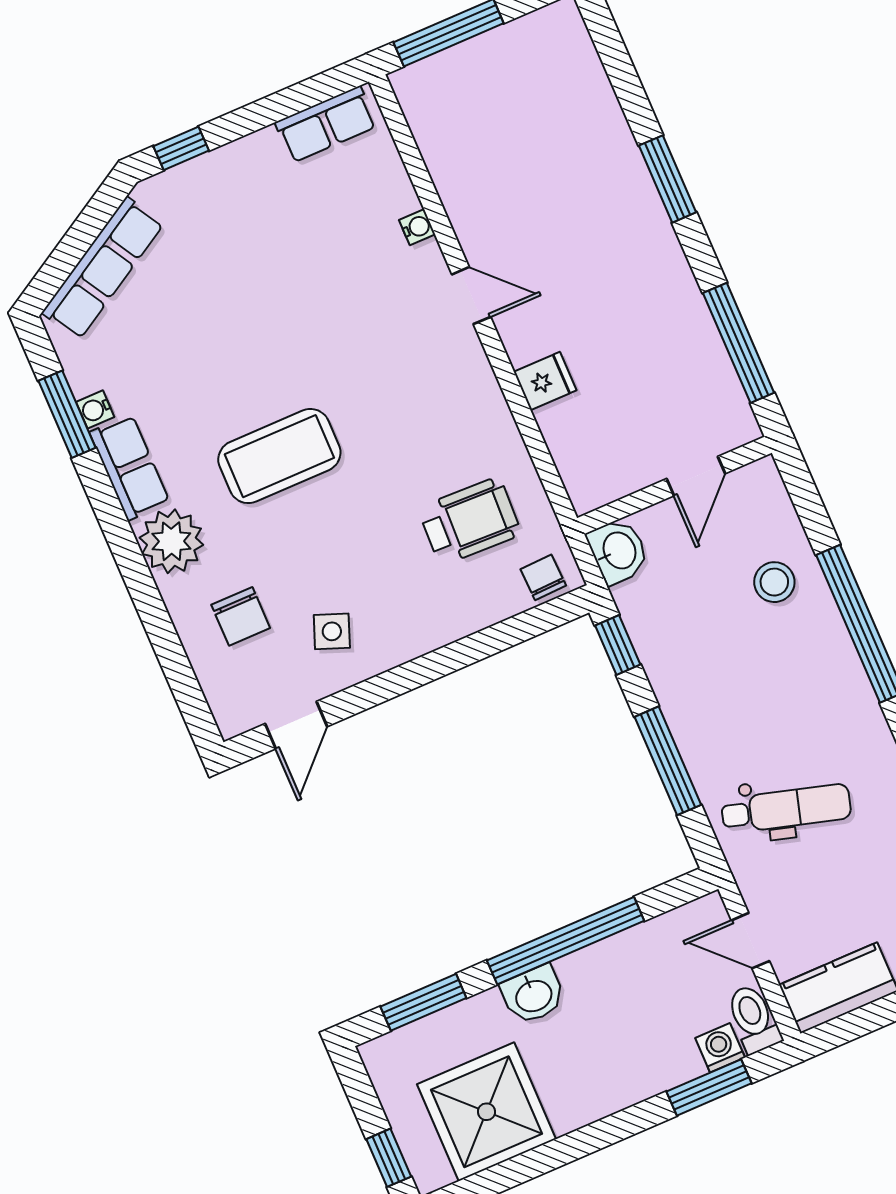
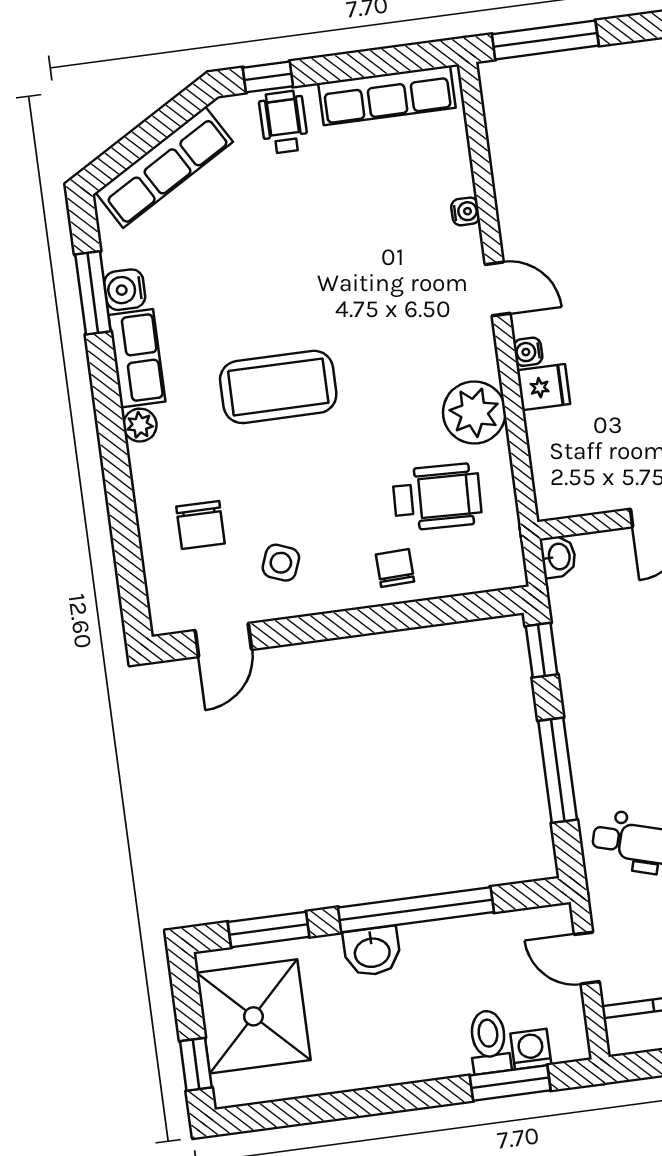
row of seats: (326, 124) -> (387, 95), width x1.48
wheelchair: (210, 189) -> (284, 122), added
water cooler: (520, 350) -> (528, 352), added
water cooler: (95, 409) -> (125, 290), width x1.38, depth x1.38
plant: (483, 426) -> (474, 412), added
plant: (171, 541) -> (140, 425), width x0.53, depth x0.53
washbasin: (618, 551) -> (558, 557), width x0.72, depth x0.69
chair: (543, 577) -> (395, 568), moved
toilet: (753, 1019) -> (489, 1042), moved
shower: (486, 1112) -> (253, 1016), moved

